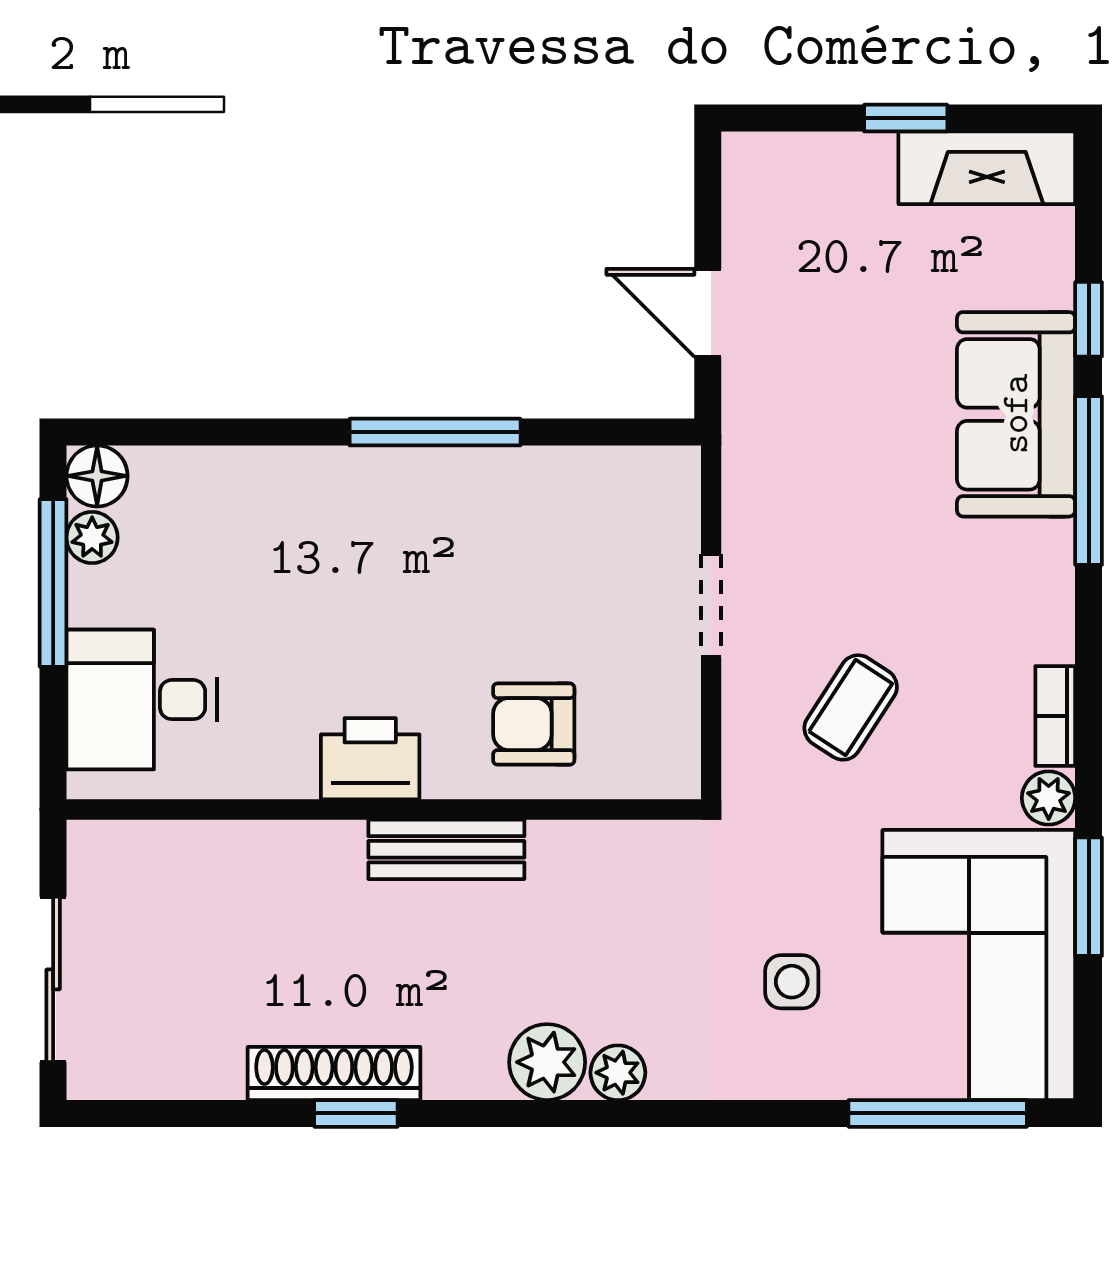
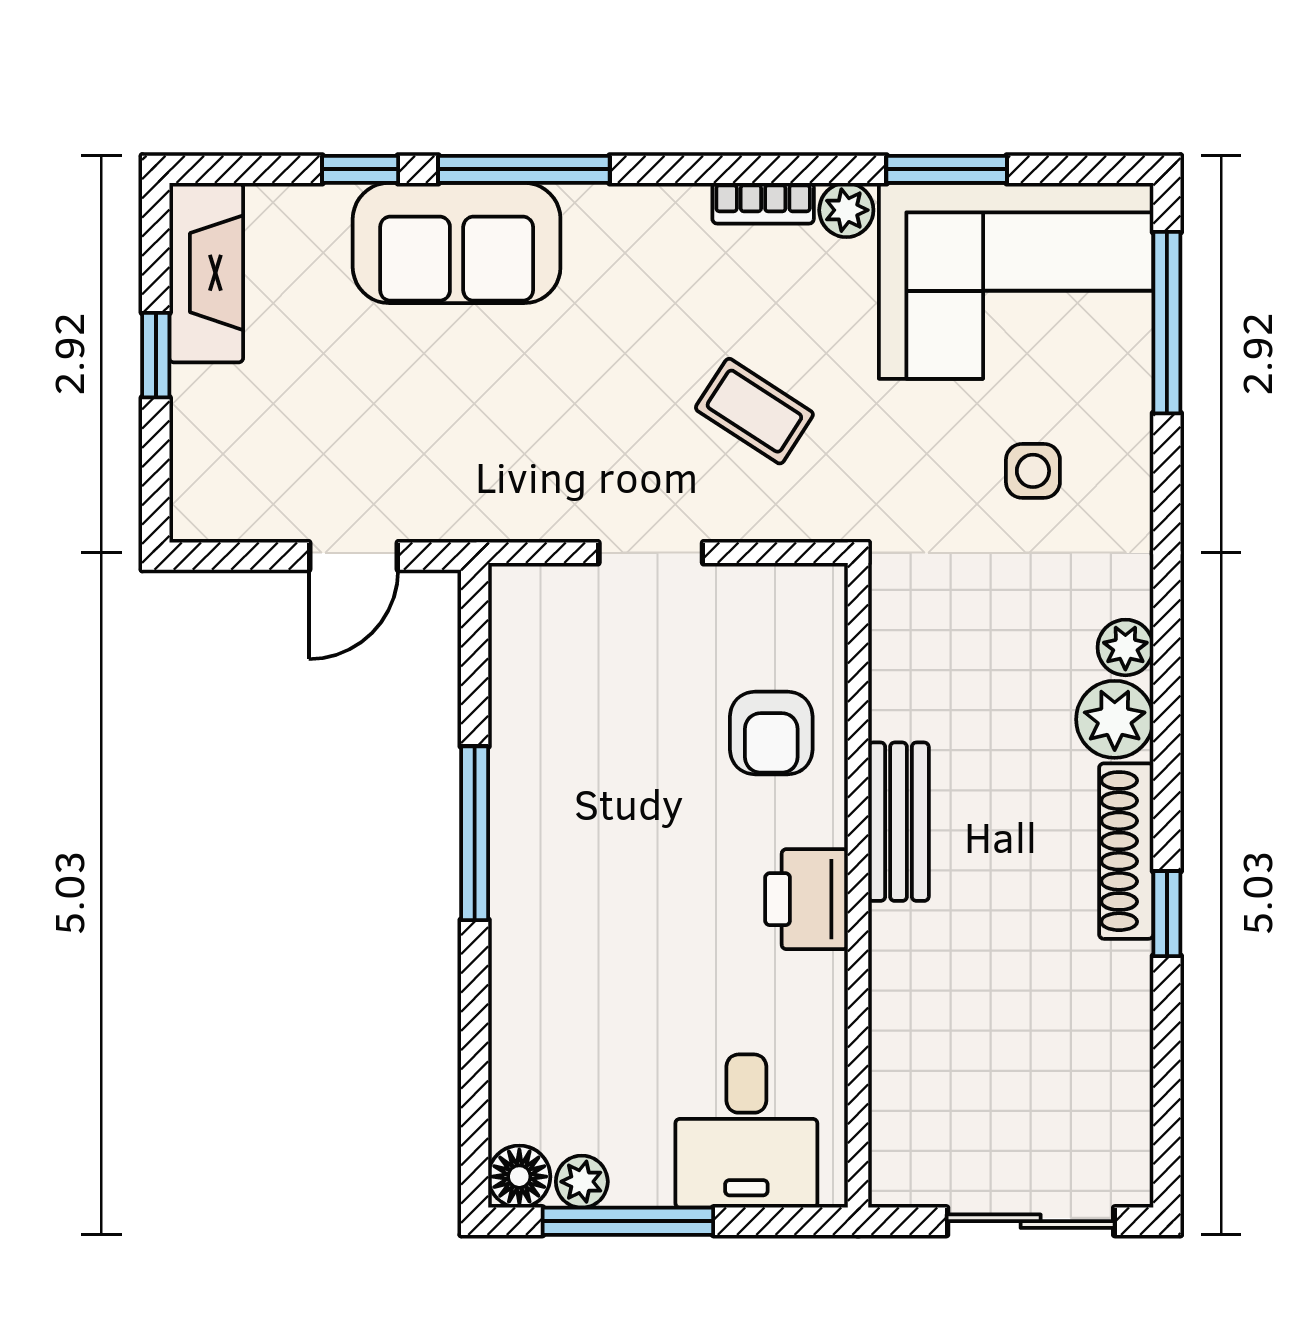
shoe rack: (334, 1073) -> (1126, 851), moved

